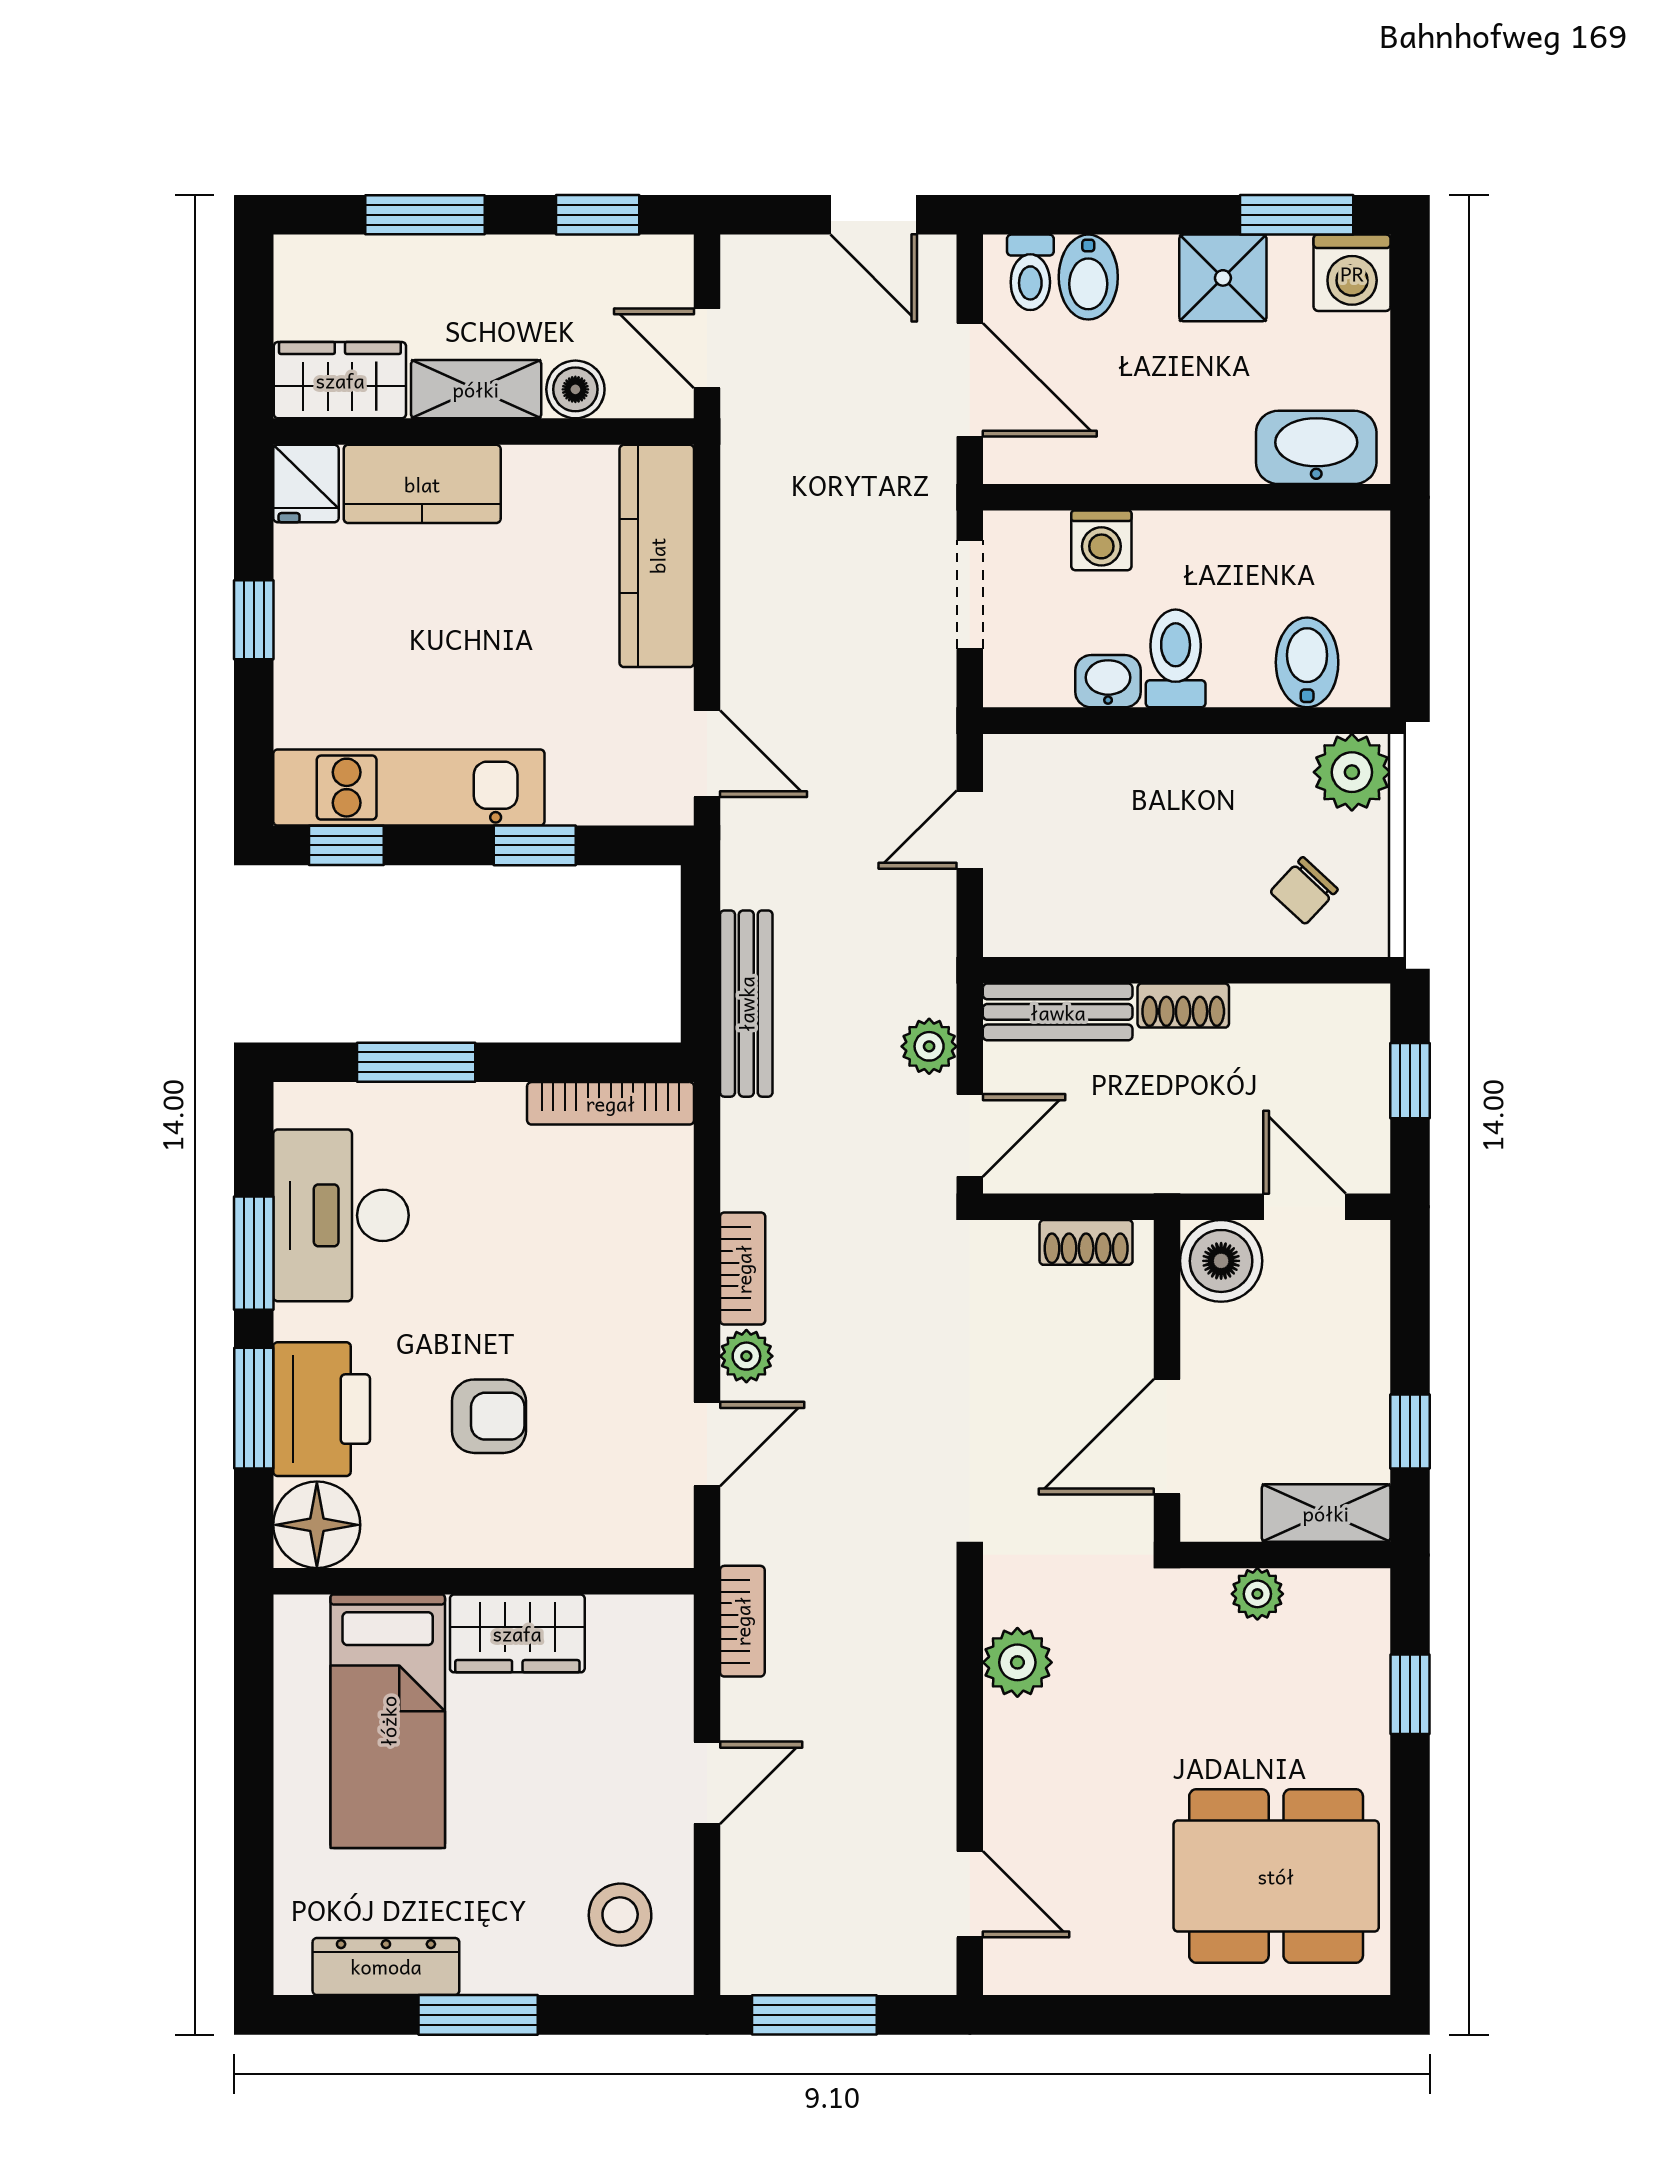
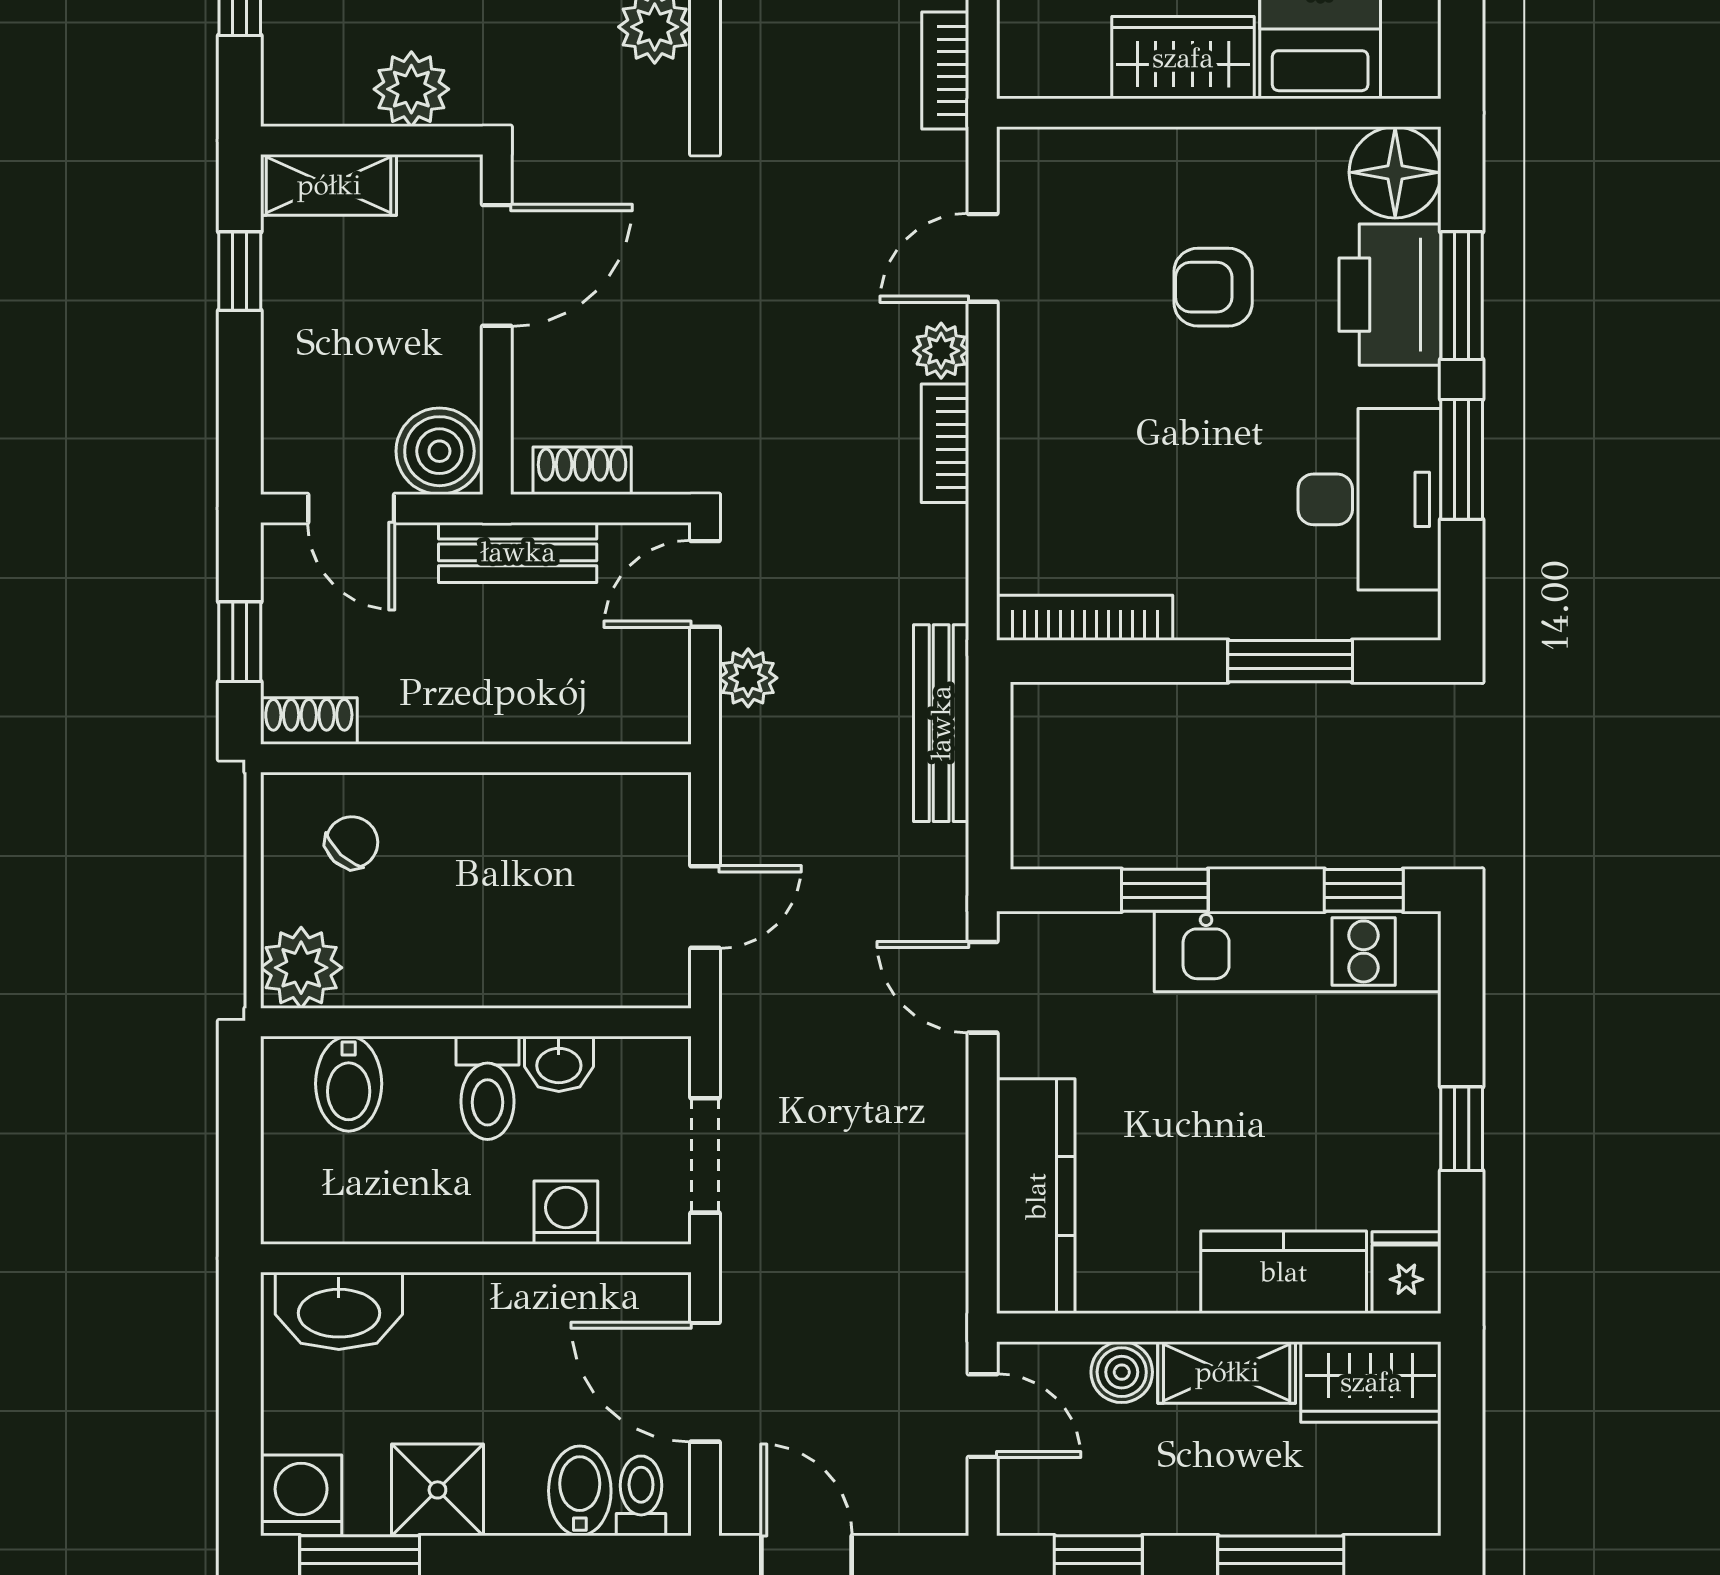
shoe rack: (1183, 1006) -> (309, 721), moved
bench: (1058, 1012) -> (518, 552), moved
plant: (1257, 1594) -> (411, 89), width x1.38, depth x1.38

